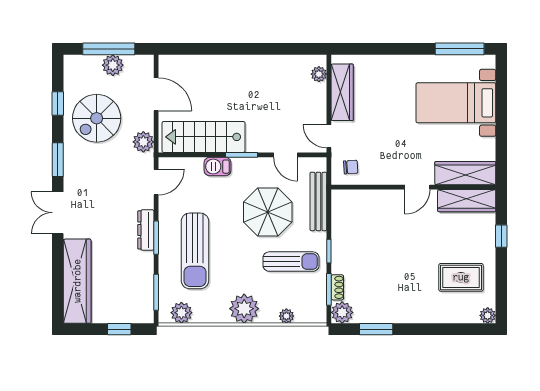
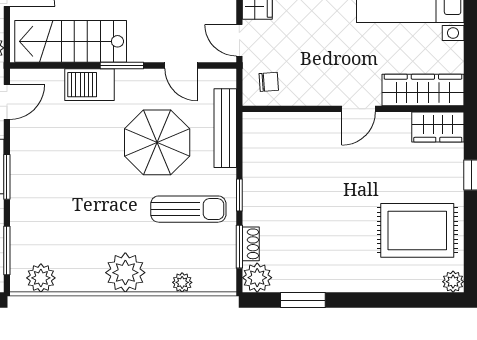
barbecue: (218, 167) -> (89, 85), width x1.38, depth x1.27
wardrobe: (467, 201) -> (438, 127), width x0.67
sun lounger: (195, 251) -> (59, 195), removed
rug: (461, 277) -> (417, 230), width x1.36, depth x1.43

